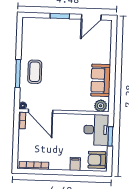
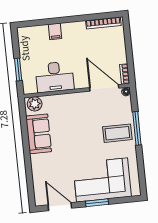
door: (91, 17) -> (60, 207), hinge flipped
corner sofa: (53, 35) -> (102, 180), added
coffee table: (35, 72) -> (117, 133), turned 90
desk: (96, 130) -> (55, 77), moved, turned -90
armchair: (97, 160) -> (30, 40), removed

